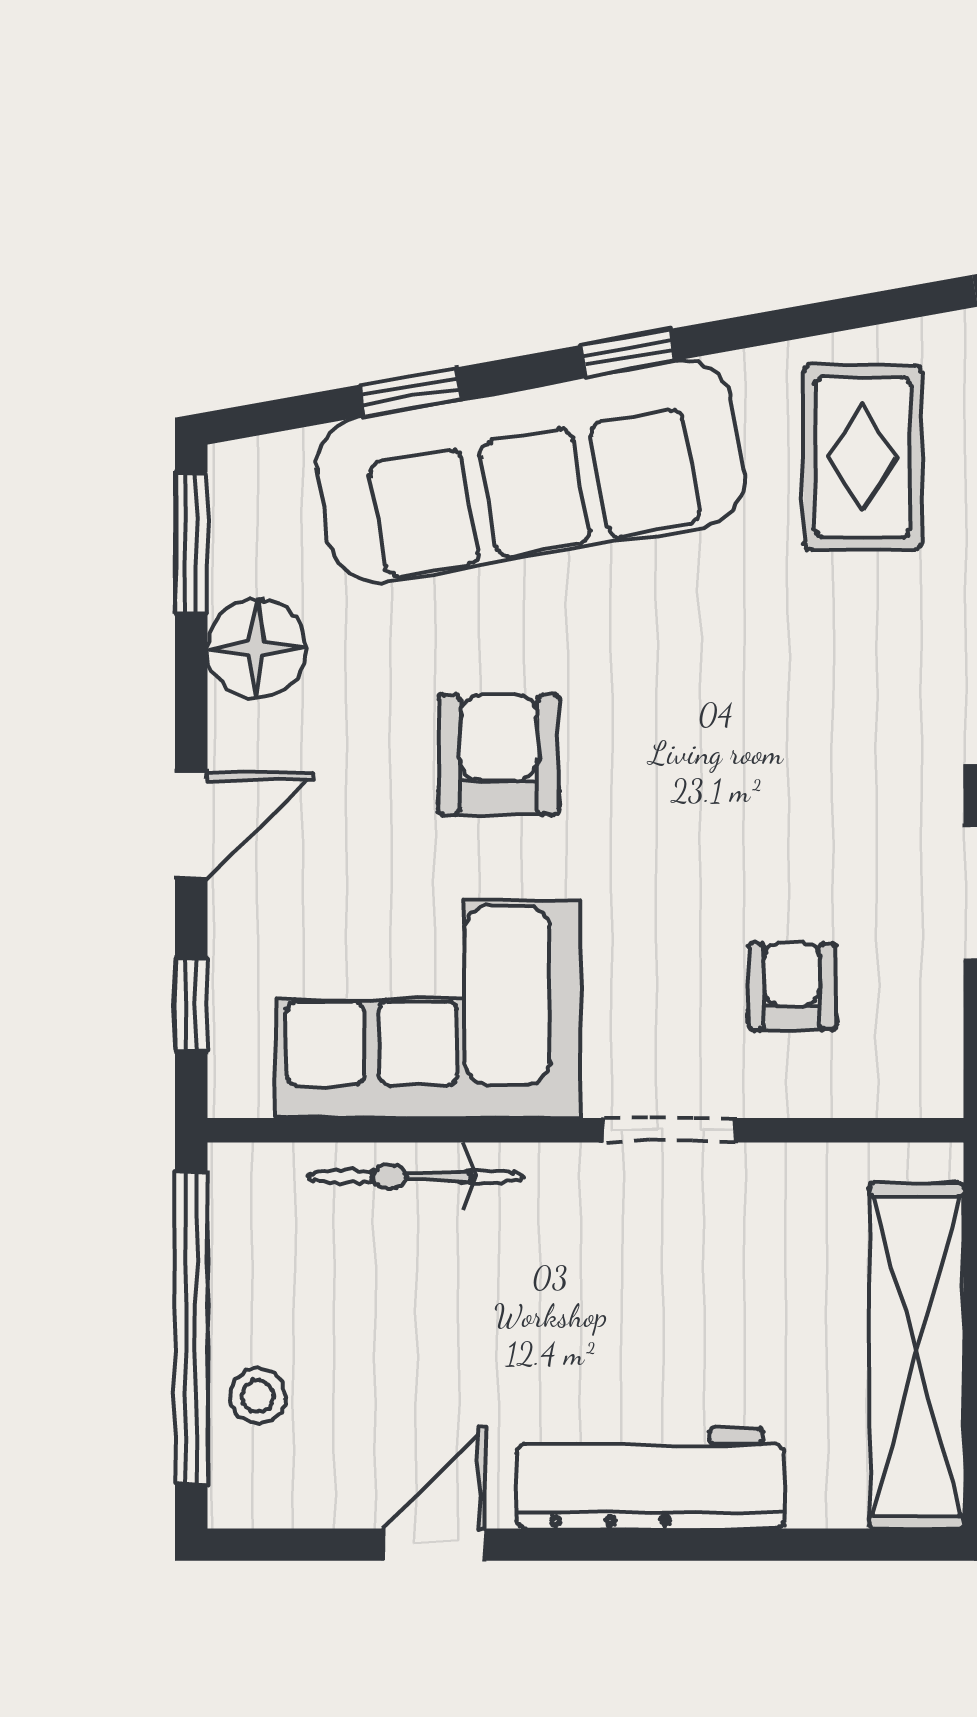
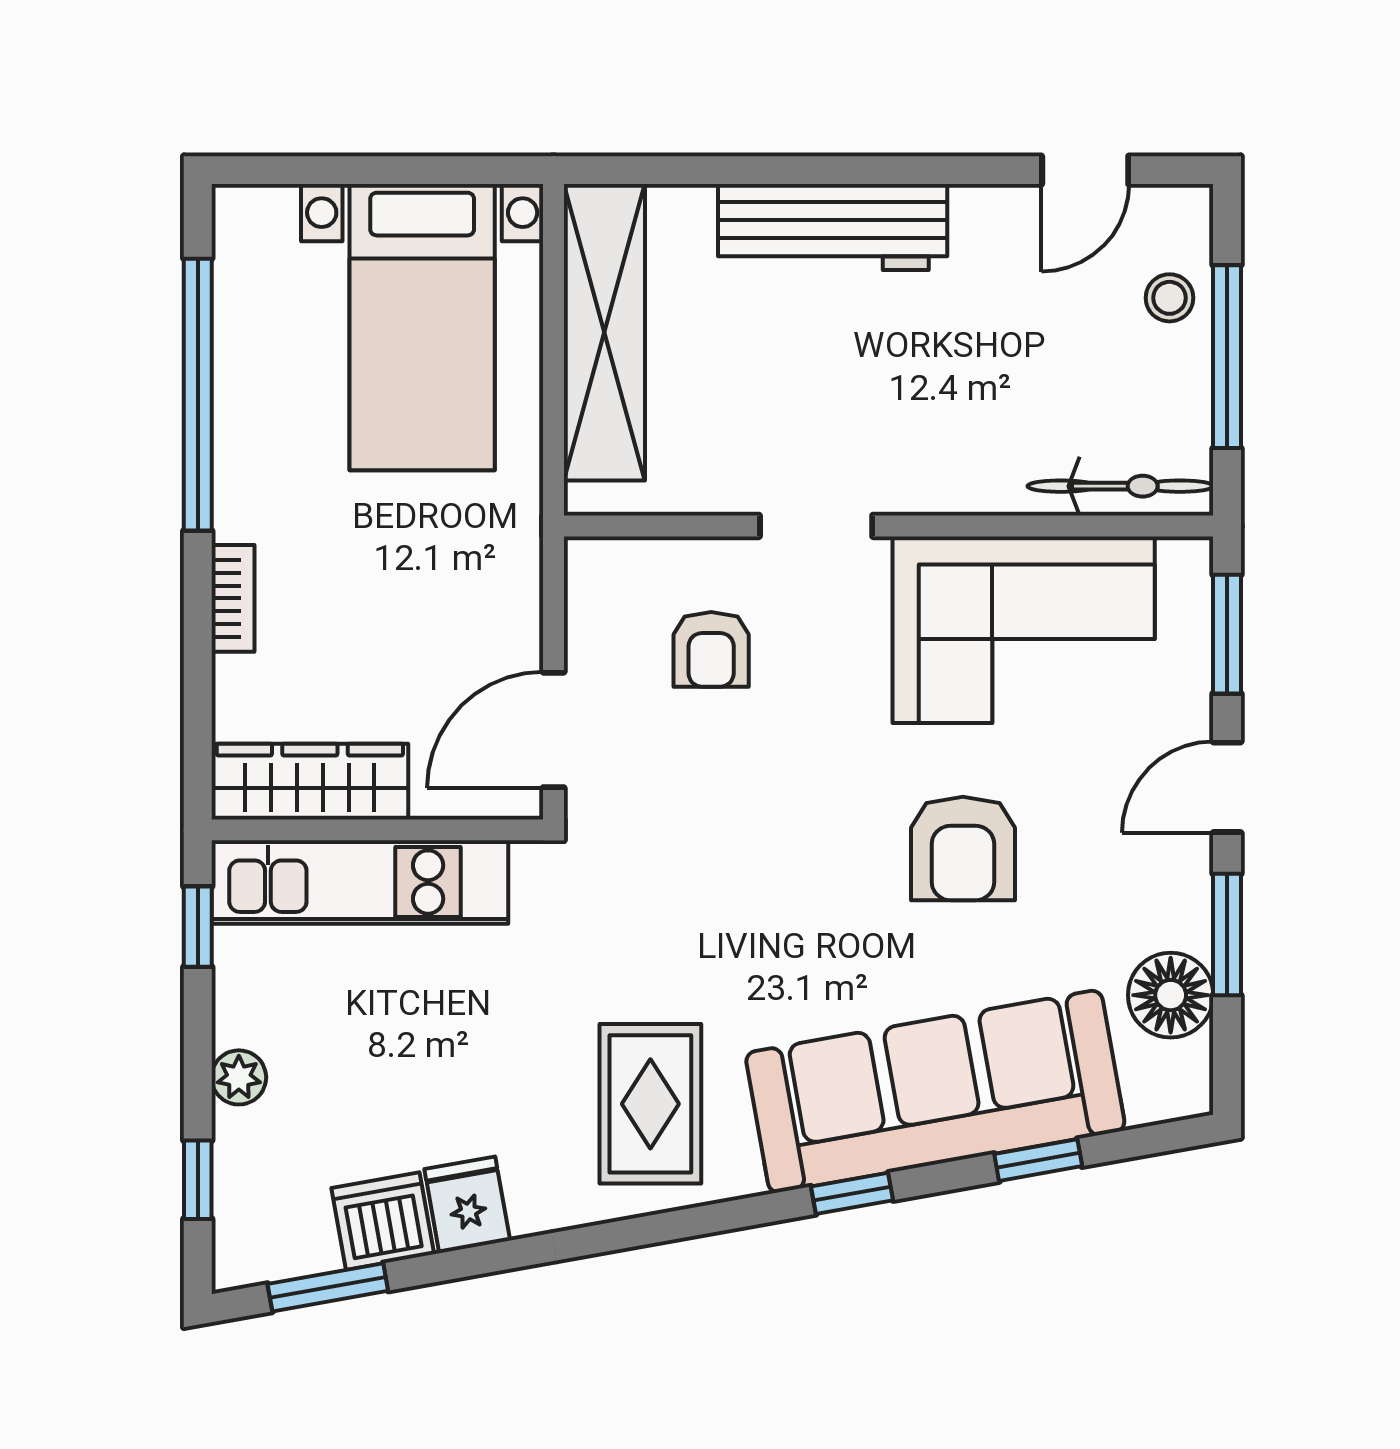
window: (191, 543) -> (1227, 935), moved
floor lamp: (257, 648) -> (1171, 995), moved
window: (191, 1004) -> (1227, 634), width x1.50
bicycle: (416, 1177) -> (1120, 486), moved
window: (191, 1328) -> (1227, 357), width x0.68
door: (435, 1545) -> (1085, 170), moved

